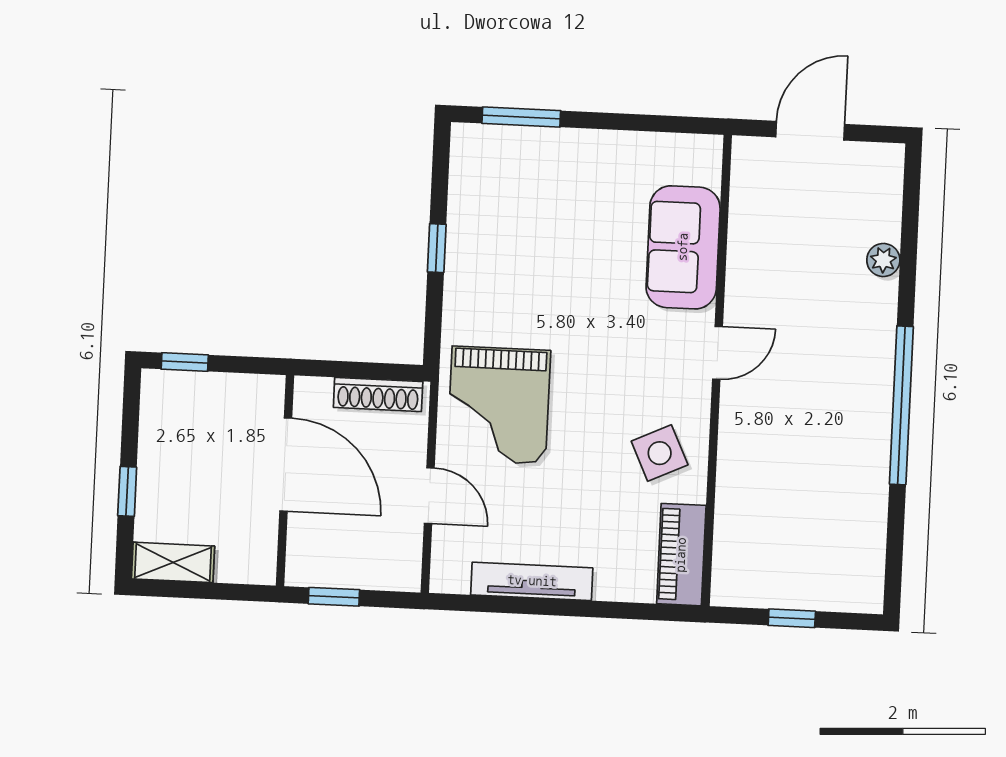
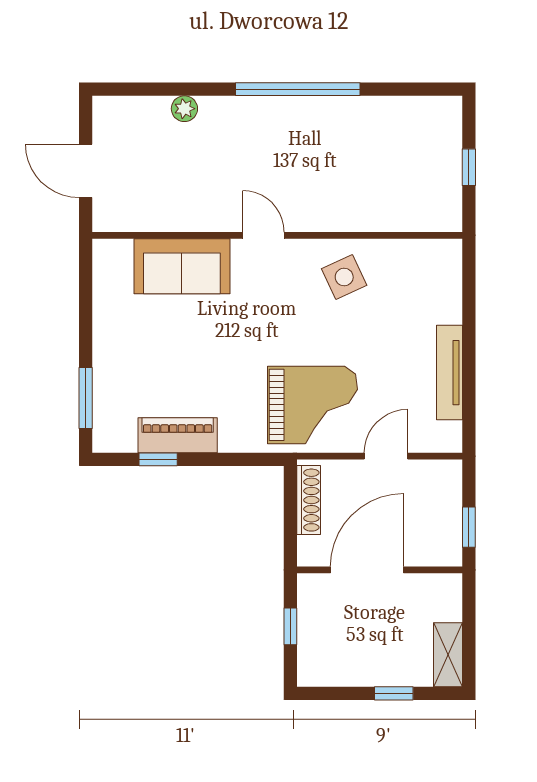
window: (437, 248) -> (158, 459), moved
window: (185, 362) -> (290, 626), moved
piano: (681, 555) -> (178, 435), moved, turned 180

